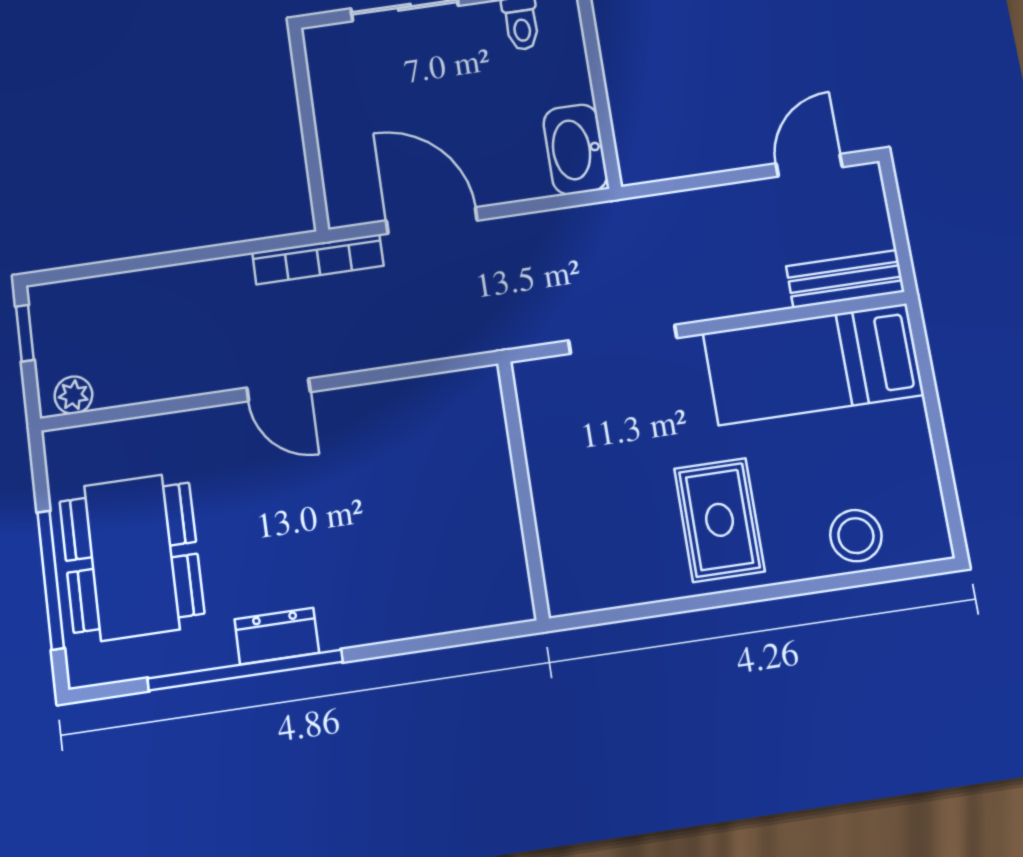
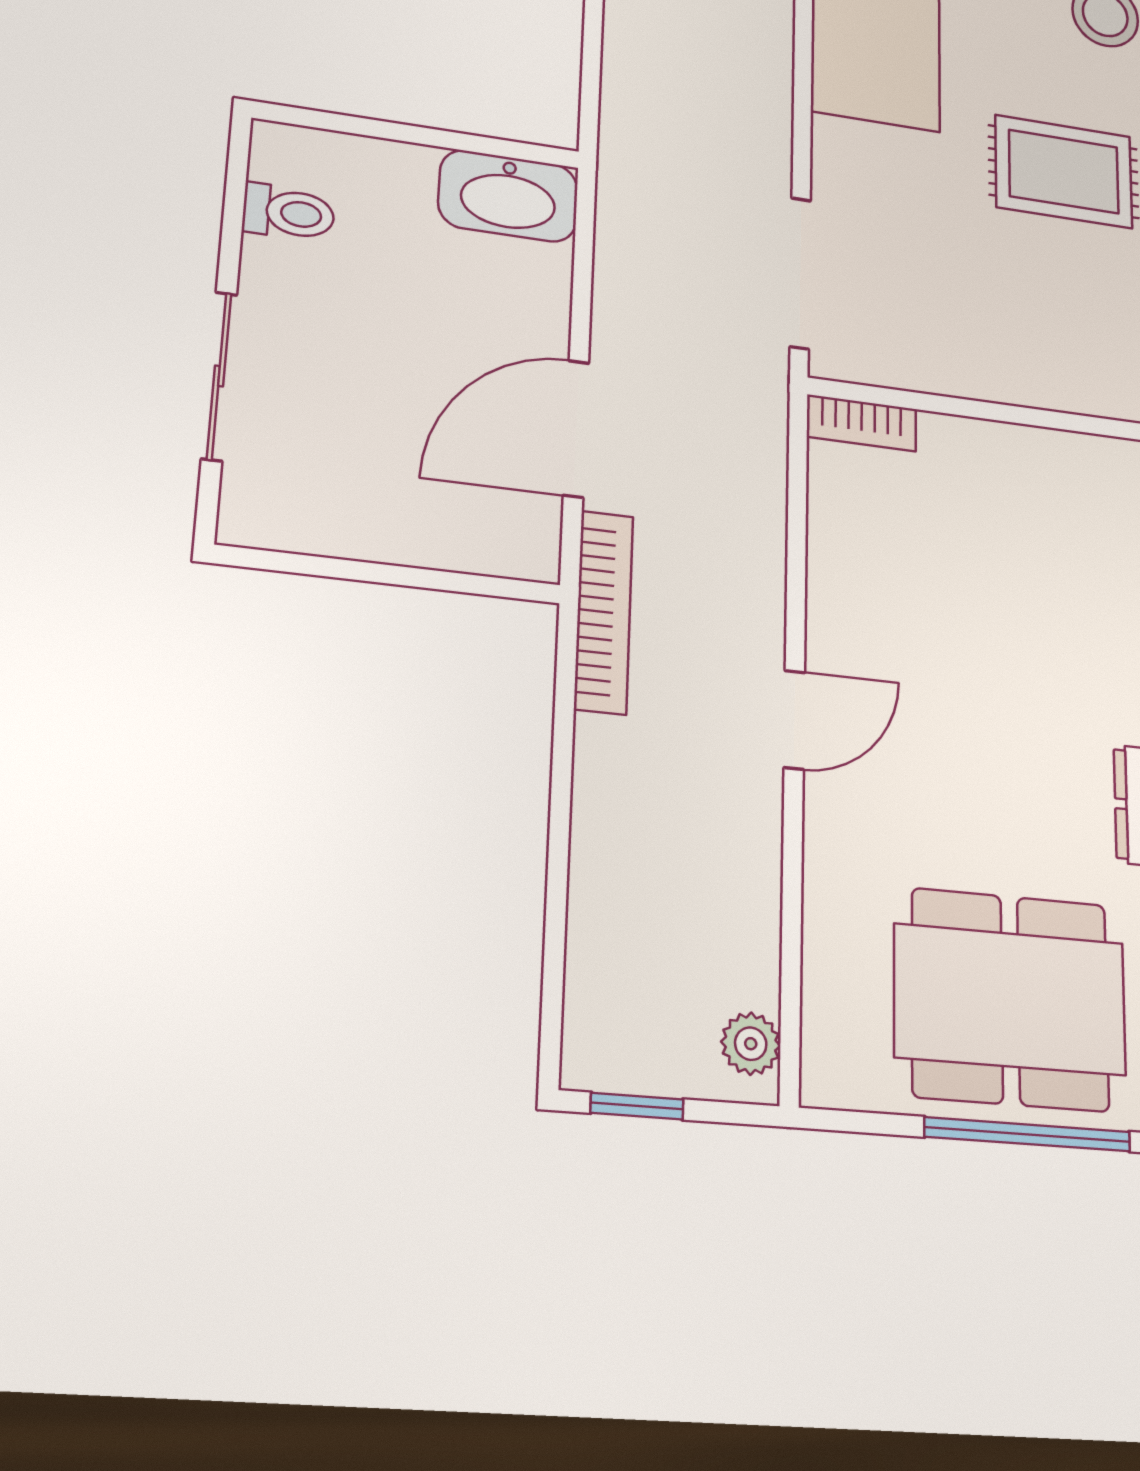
doorway: (623, 339) -> (800, 273), moved
bookcase: (489, 403) -> (862, 423), added

